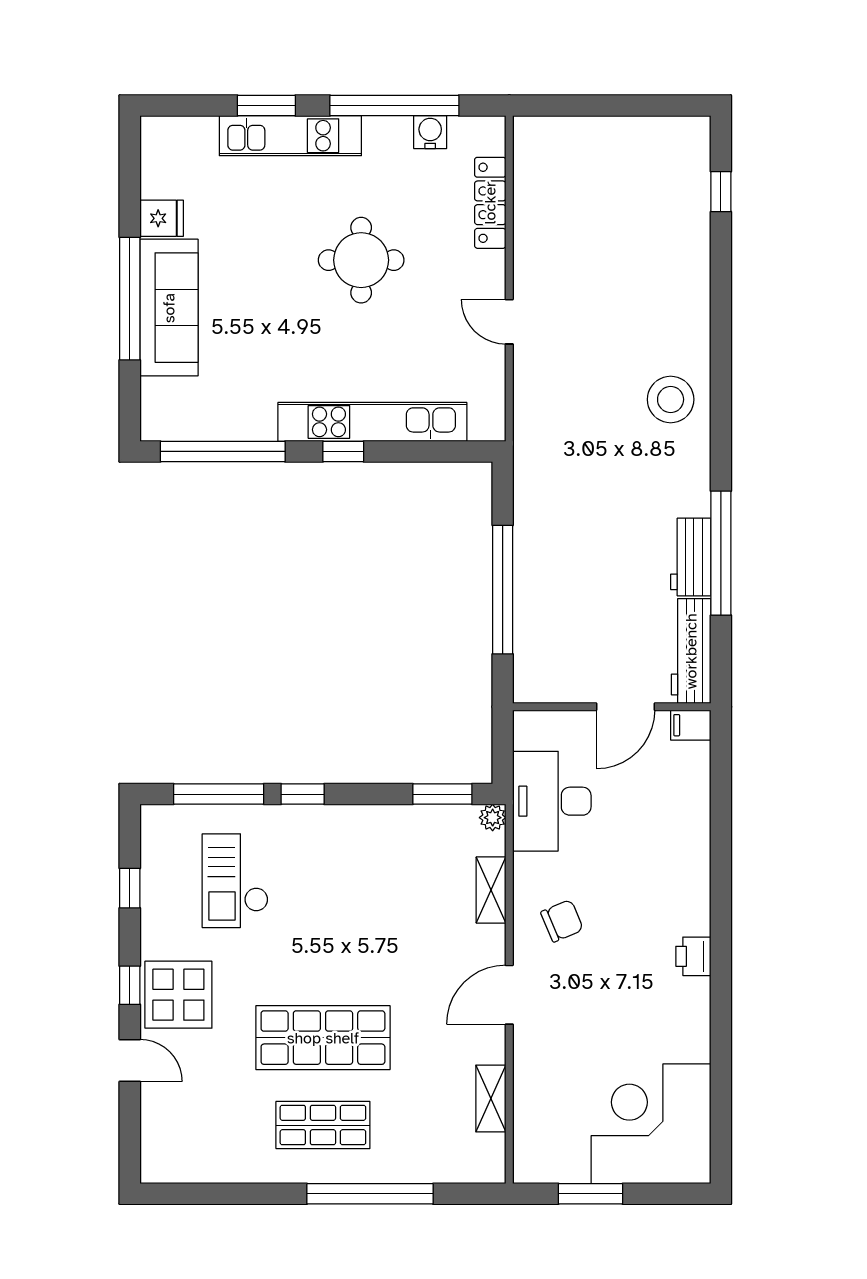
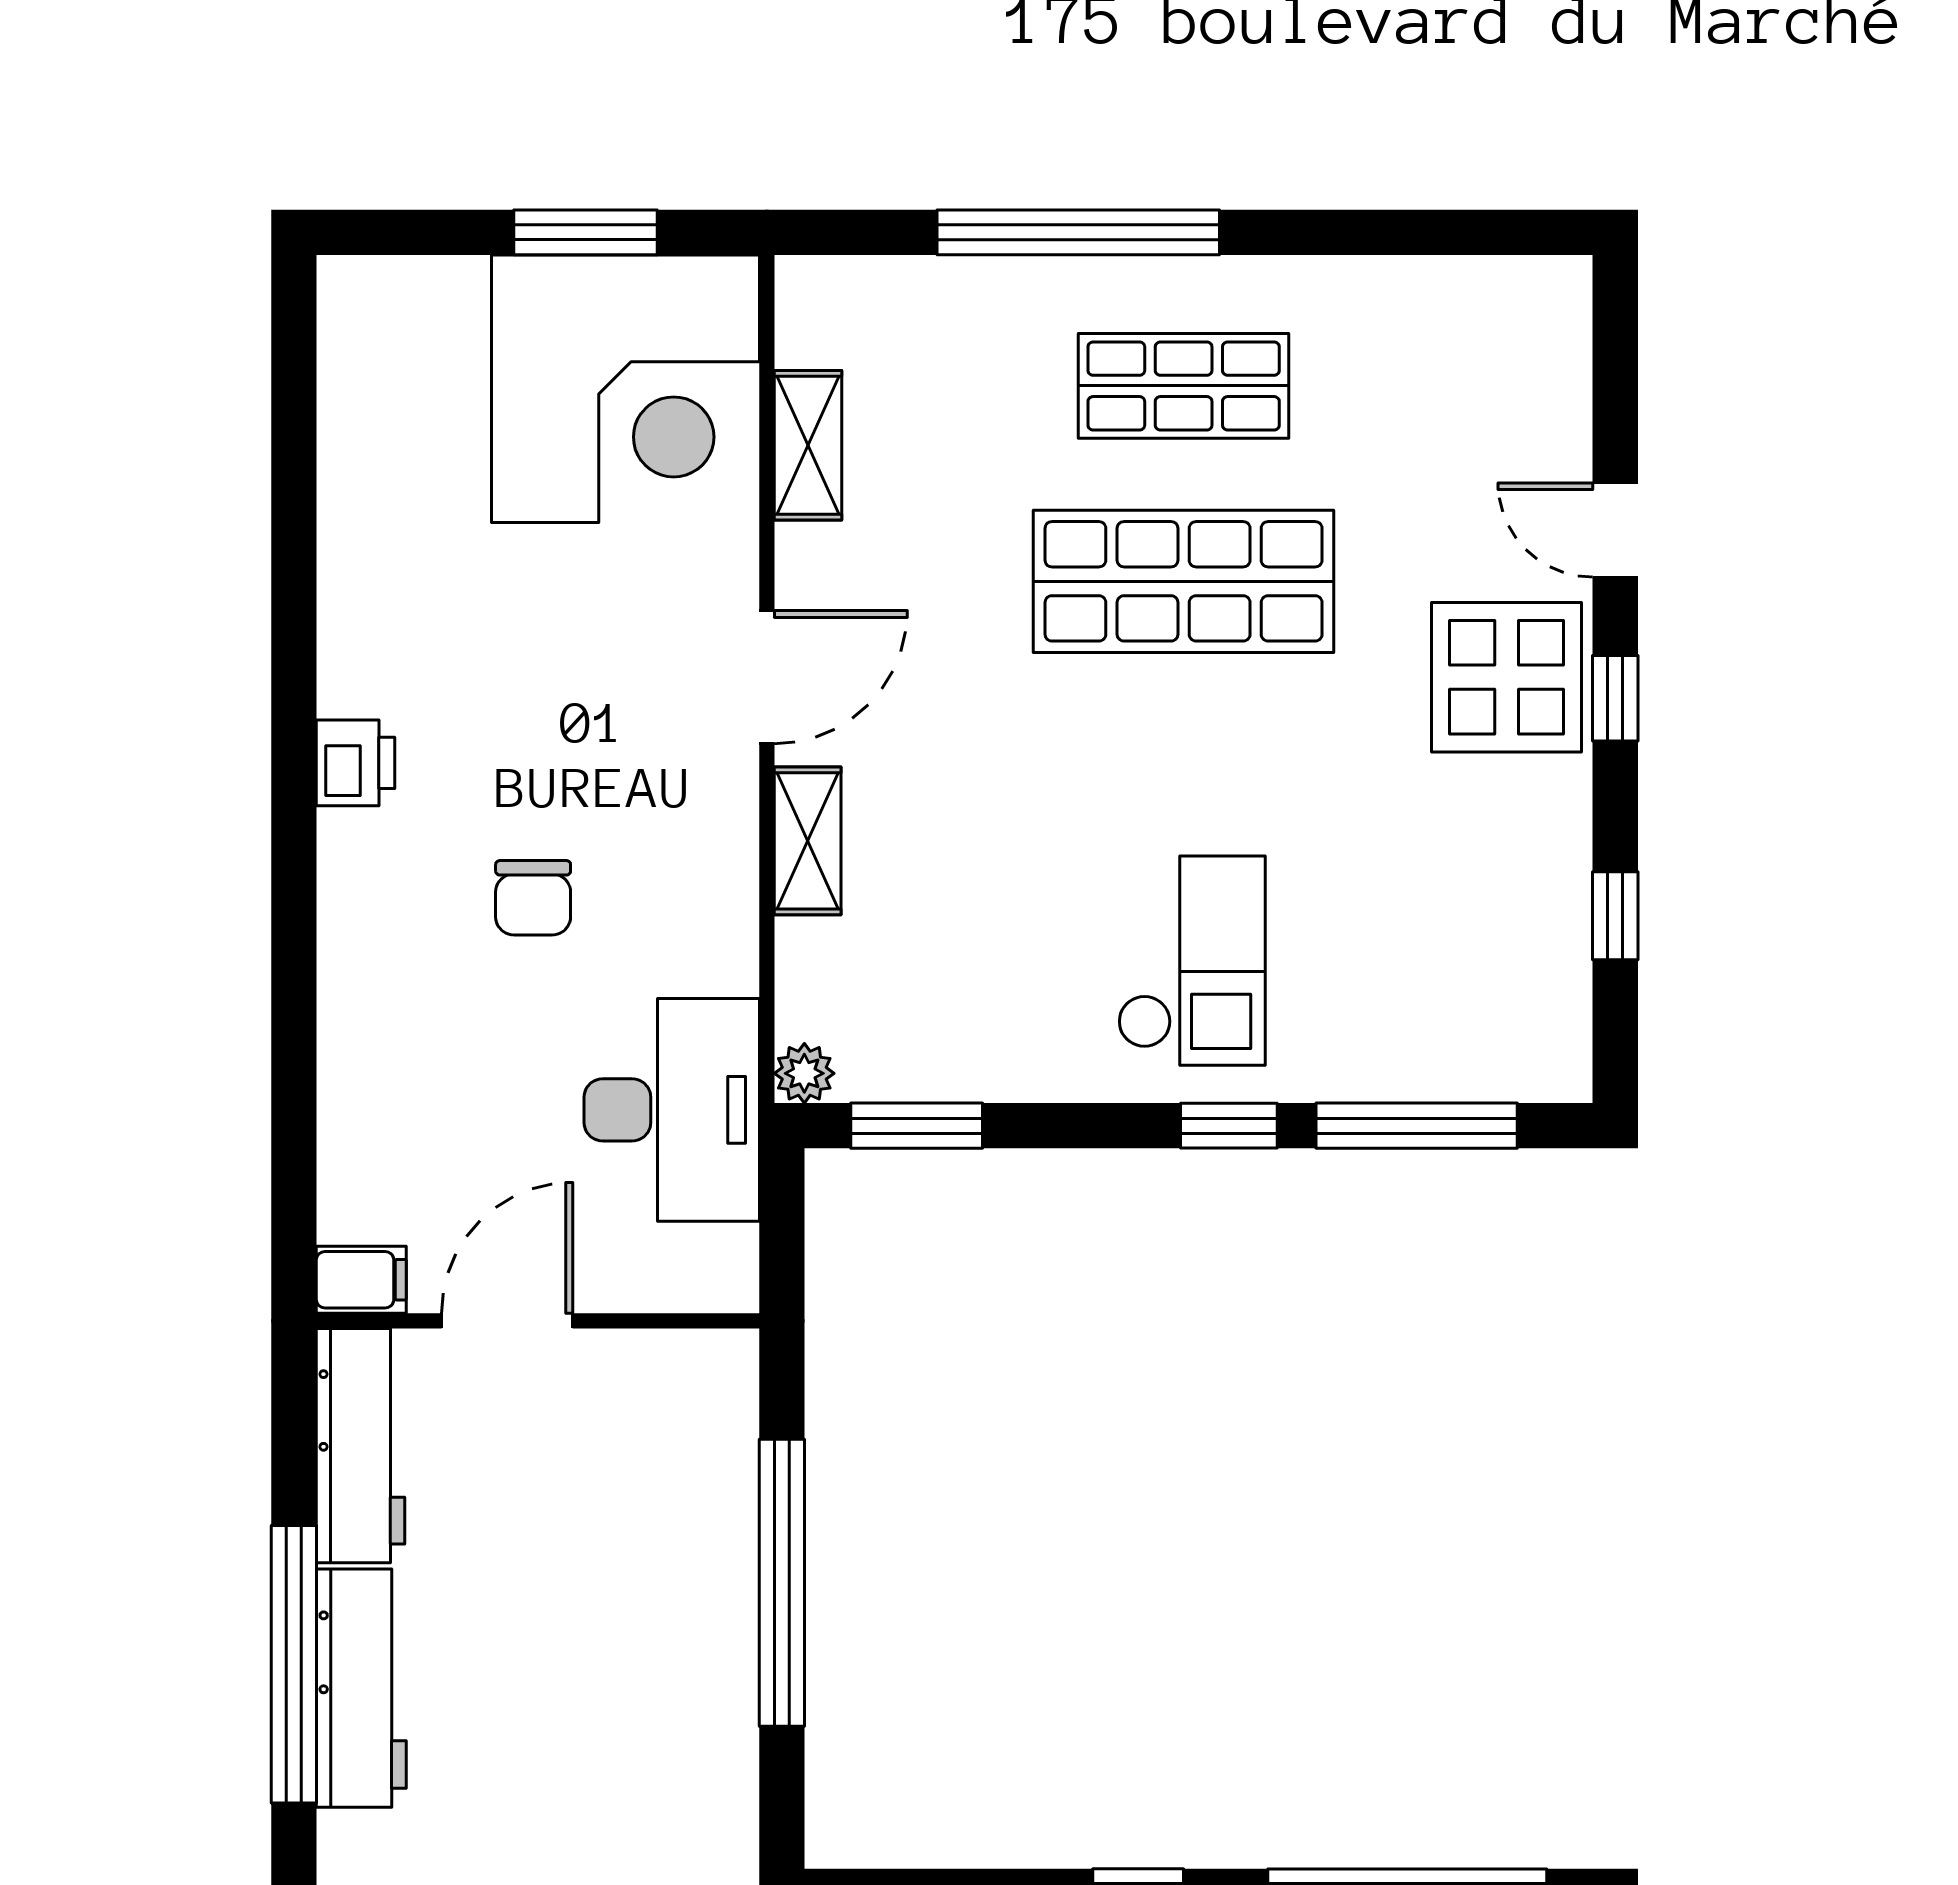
workbench: (691, 557) -> (361, 1688), width x1.38
checkout: (235, 881) -> (1192, 961), moved
shelving: (491, 890) -> (808, 841), moved
chair: (562, 921) -> (533, 898), moved, turned -67
corner desk: (651, 1124) -> (625, 389), moved

